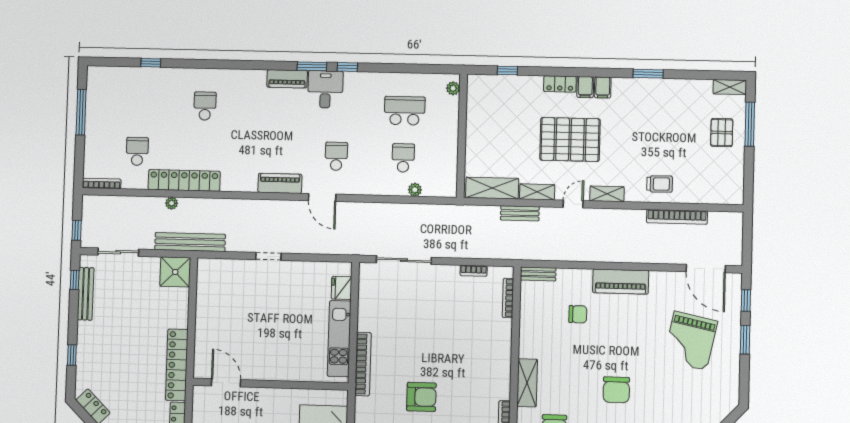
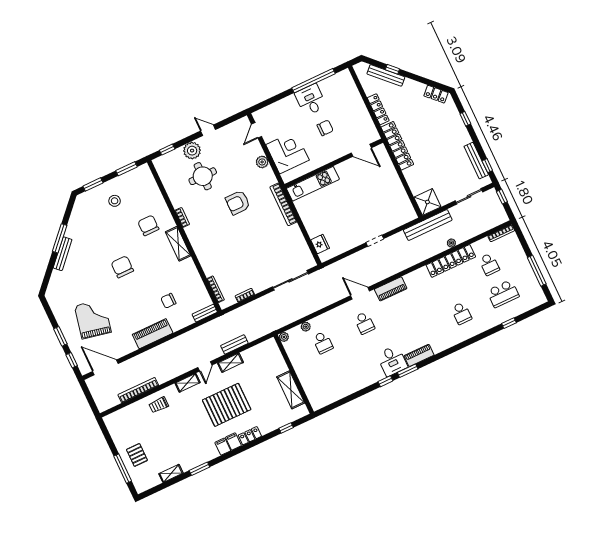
shelving: (730, 87) -> (171, 473), moved
plant: (453, 88) -> (284, 337), moved
school desk: (405, 111) -> (503, 294), moved
shelving: (492, 188) -> (291, 390), moved, turned 90
kitchen unit: (339, 339) -> (313, 184), moved, turned 90

